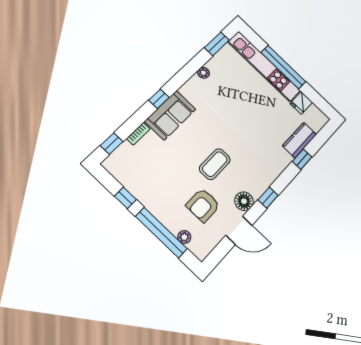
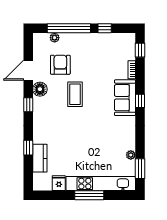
window: (283, 67) -> (89, 195), width x0.68
plant: (203, 73) -> (131, 155), moved

